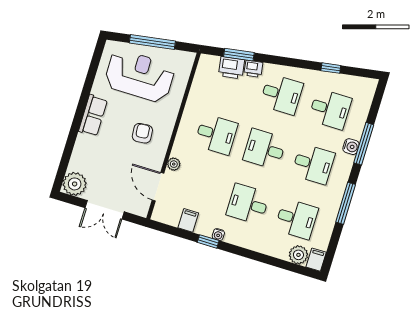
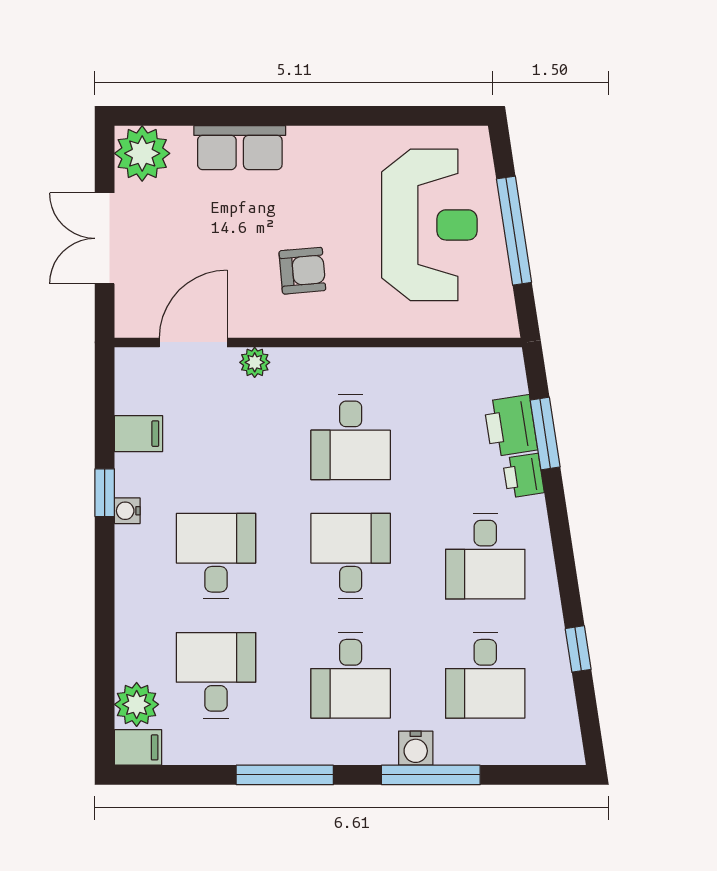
row of seats: (93, 115) -> (240, 148), moved
desk: (296, 219) -> (216, 675), turned 180

